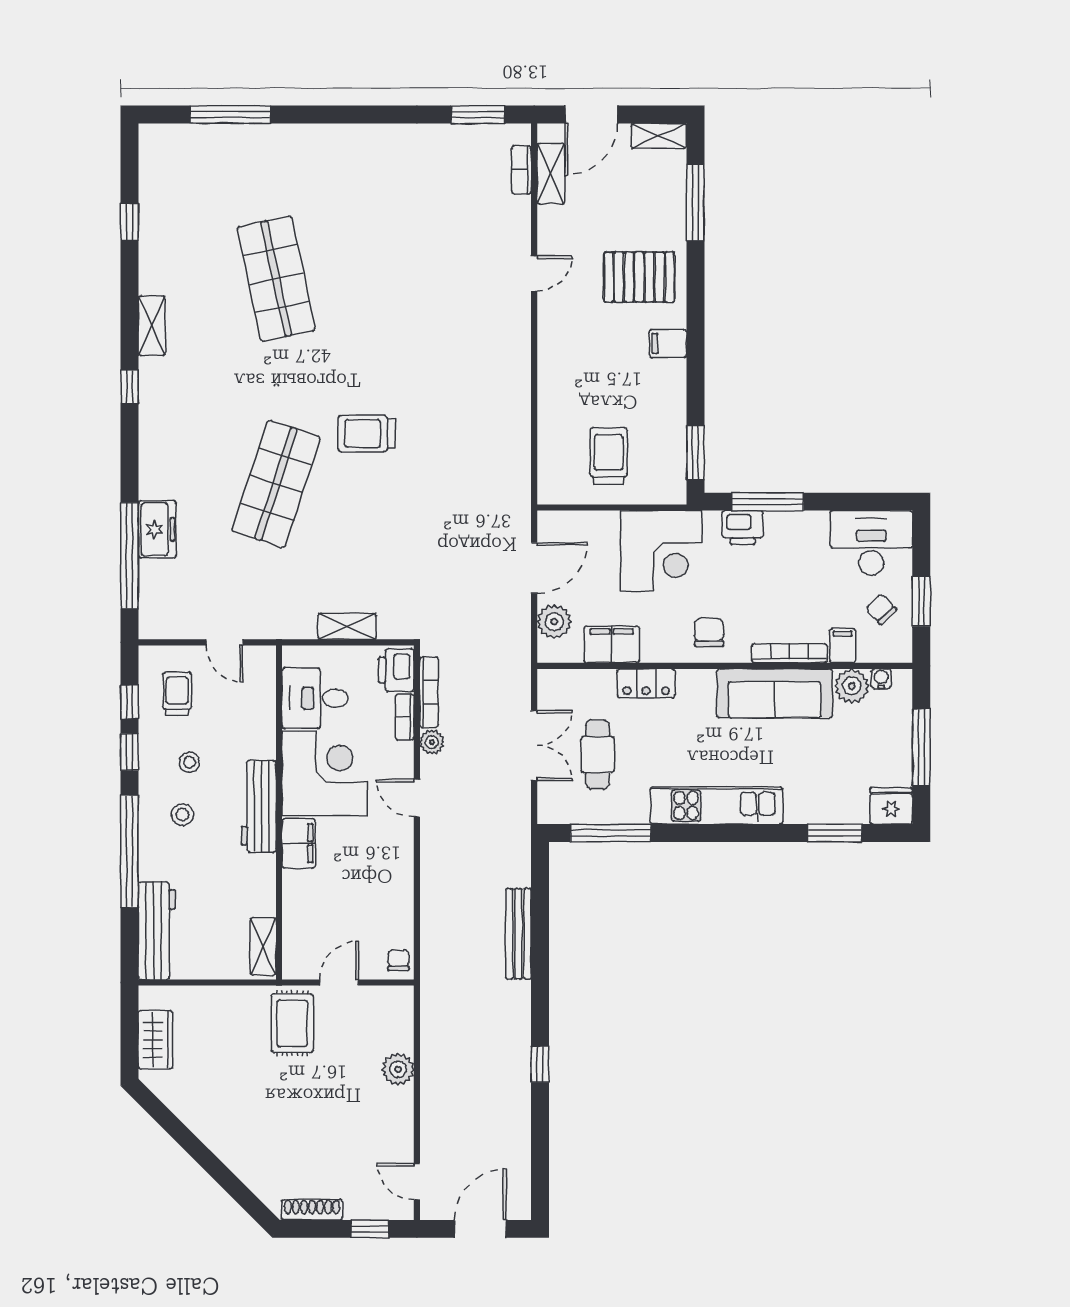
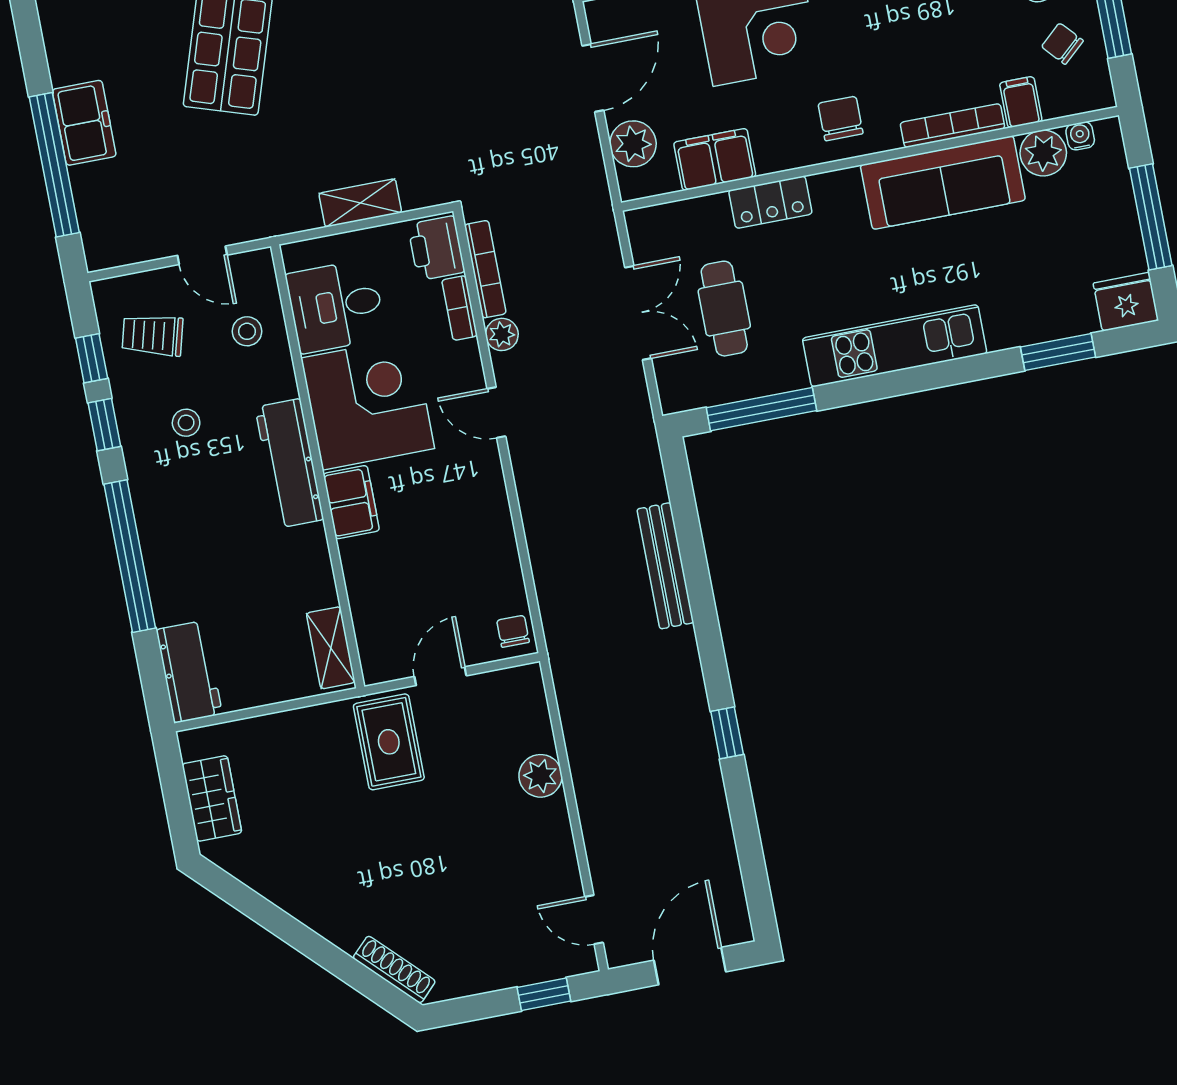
trolley: (177, 694) -> (153, 335), turned -75
stool: (182, 815) -> (247, 331), moved
workbench: (157, 931) -> (189, 672), width x0.73
shoe rack: (312, 1210) -> (394, 970), moved, turned 45

